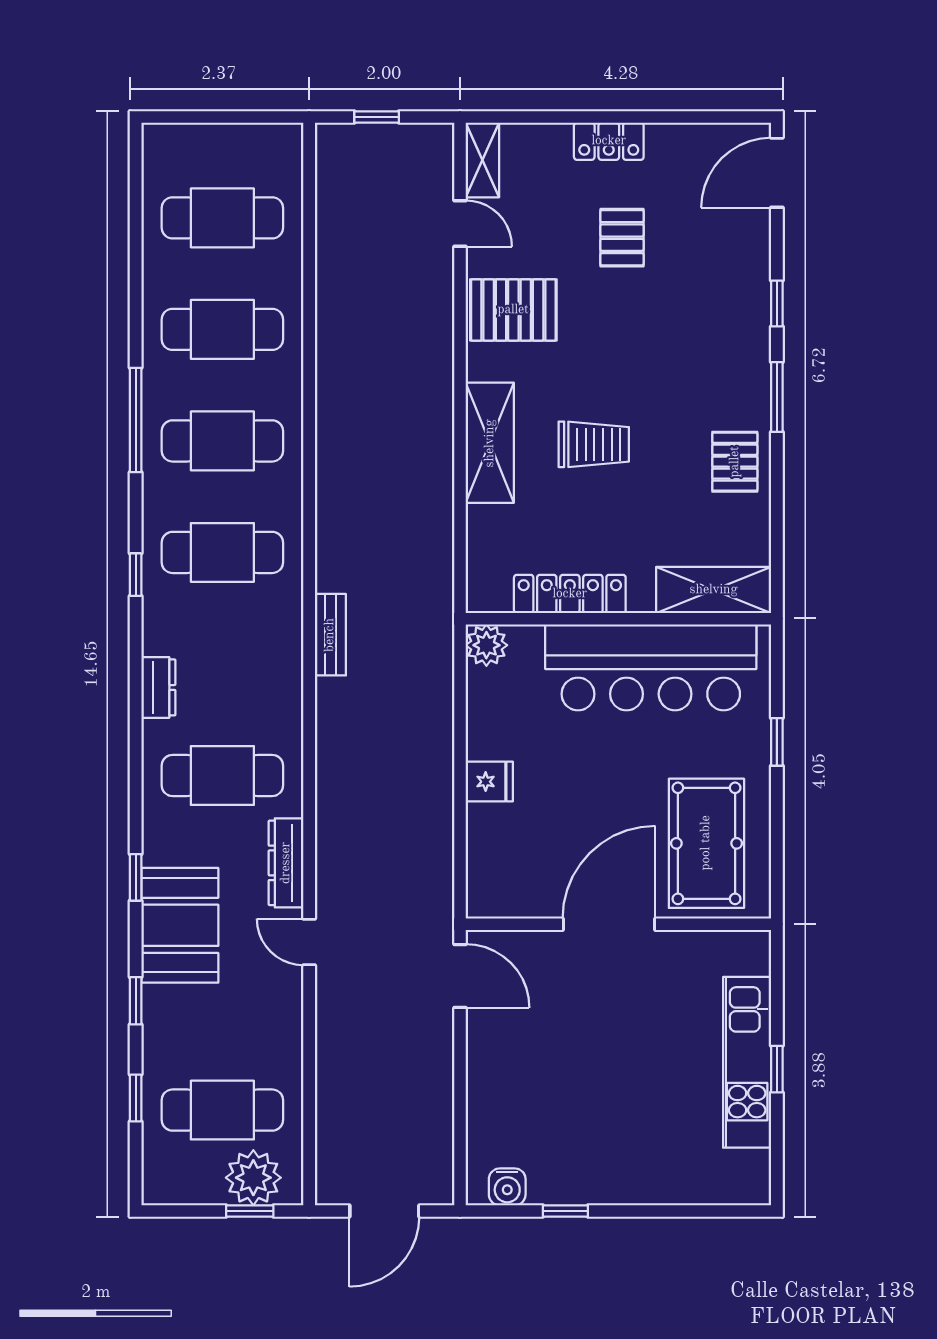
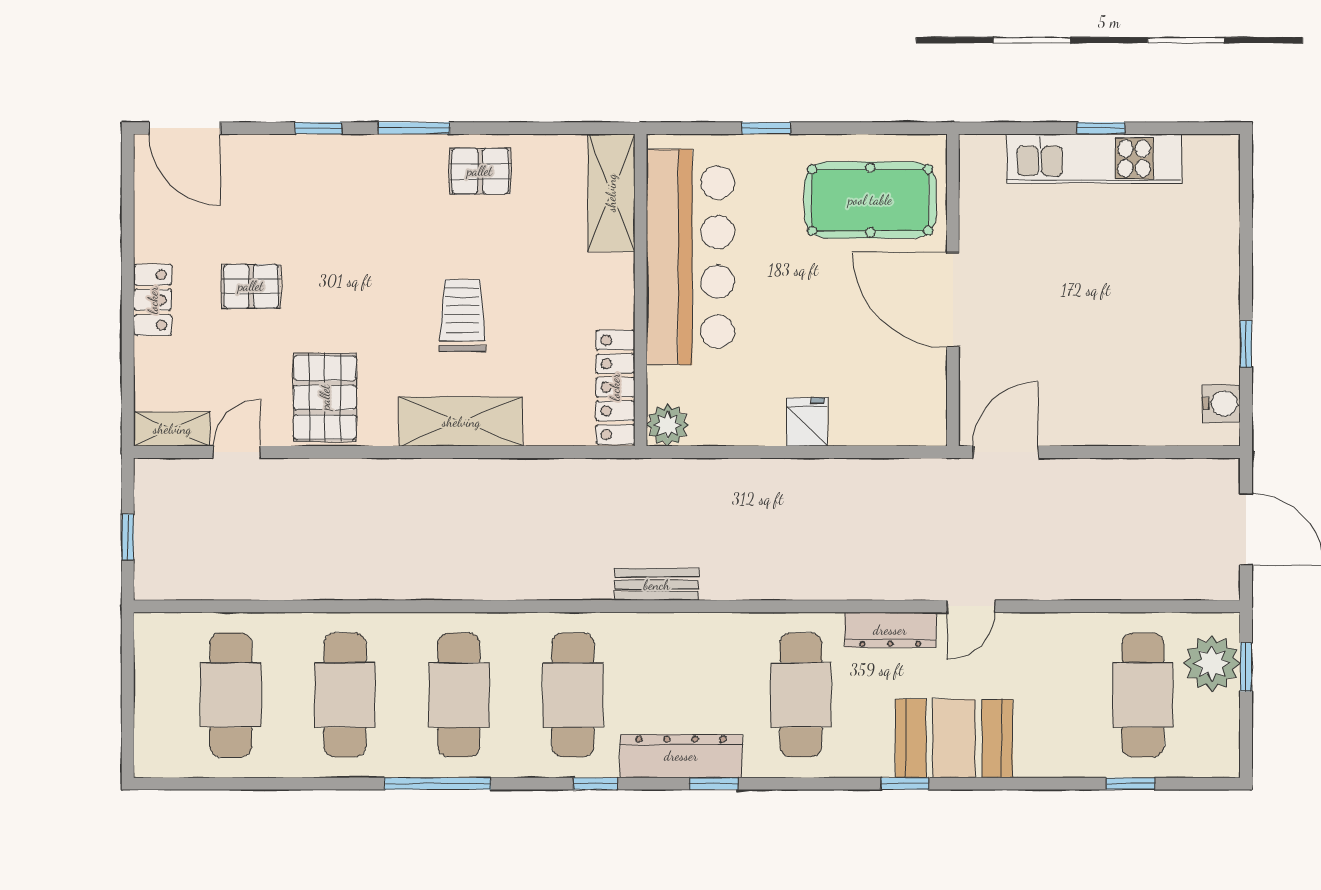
locker: (570, 594) -> (615, 387), moved
dresser: (158, 687) -> (681, 756), width x1.96, depth x1.24
window: (136, 1001) -> (714, 784), moved

